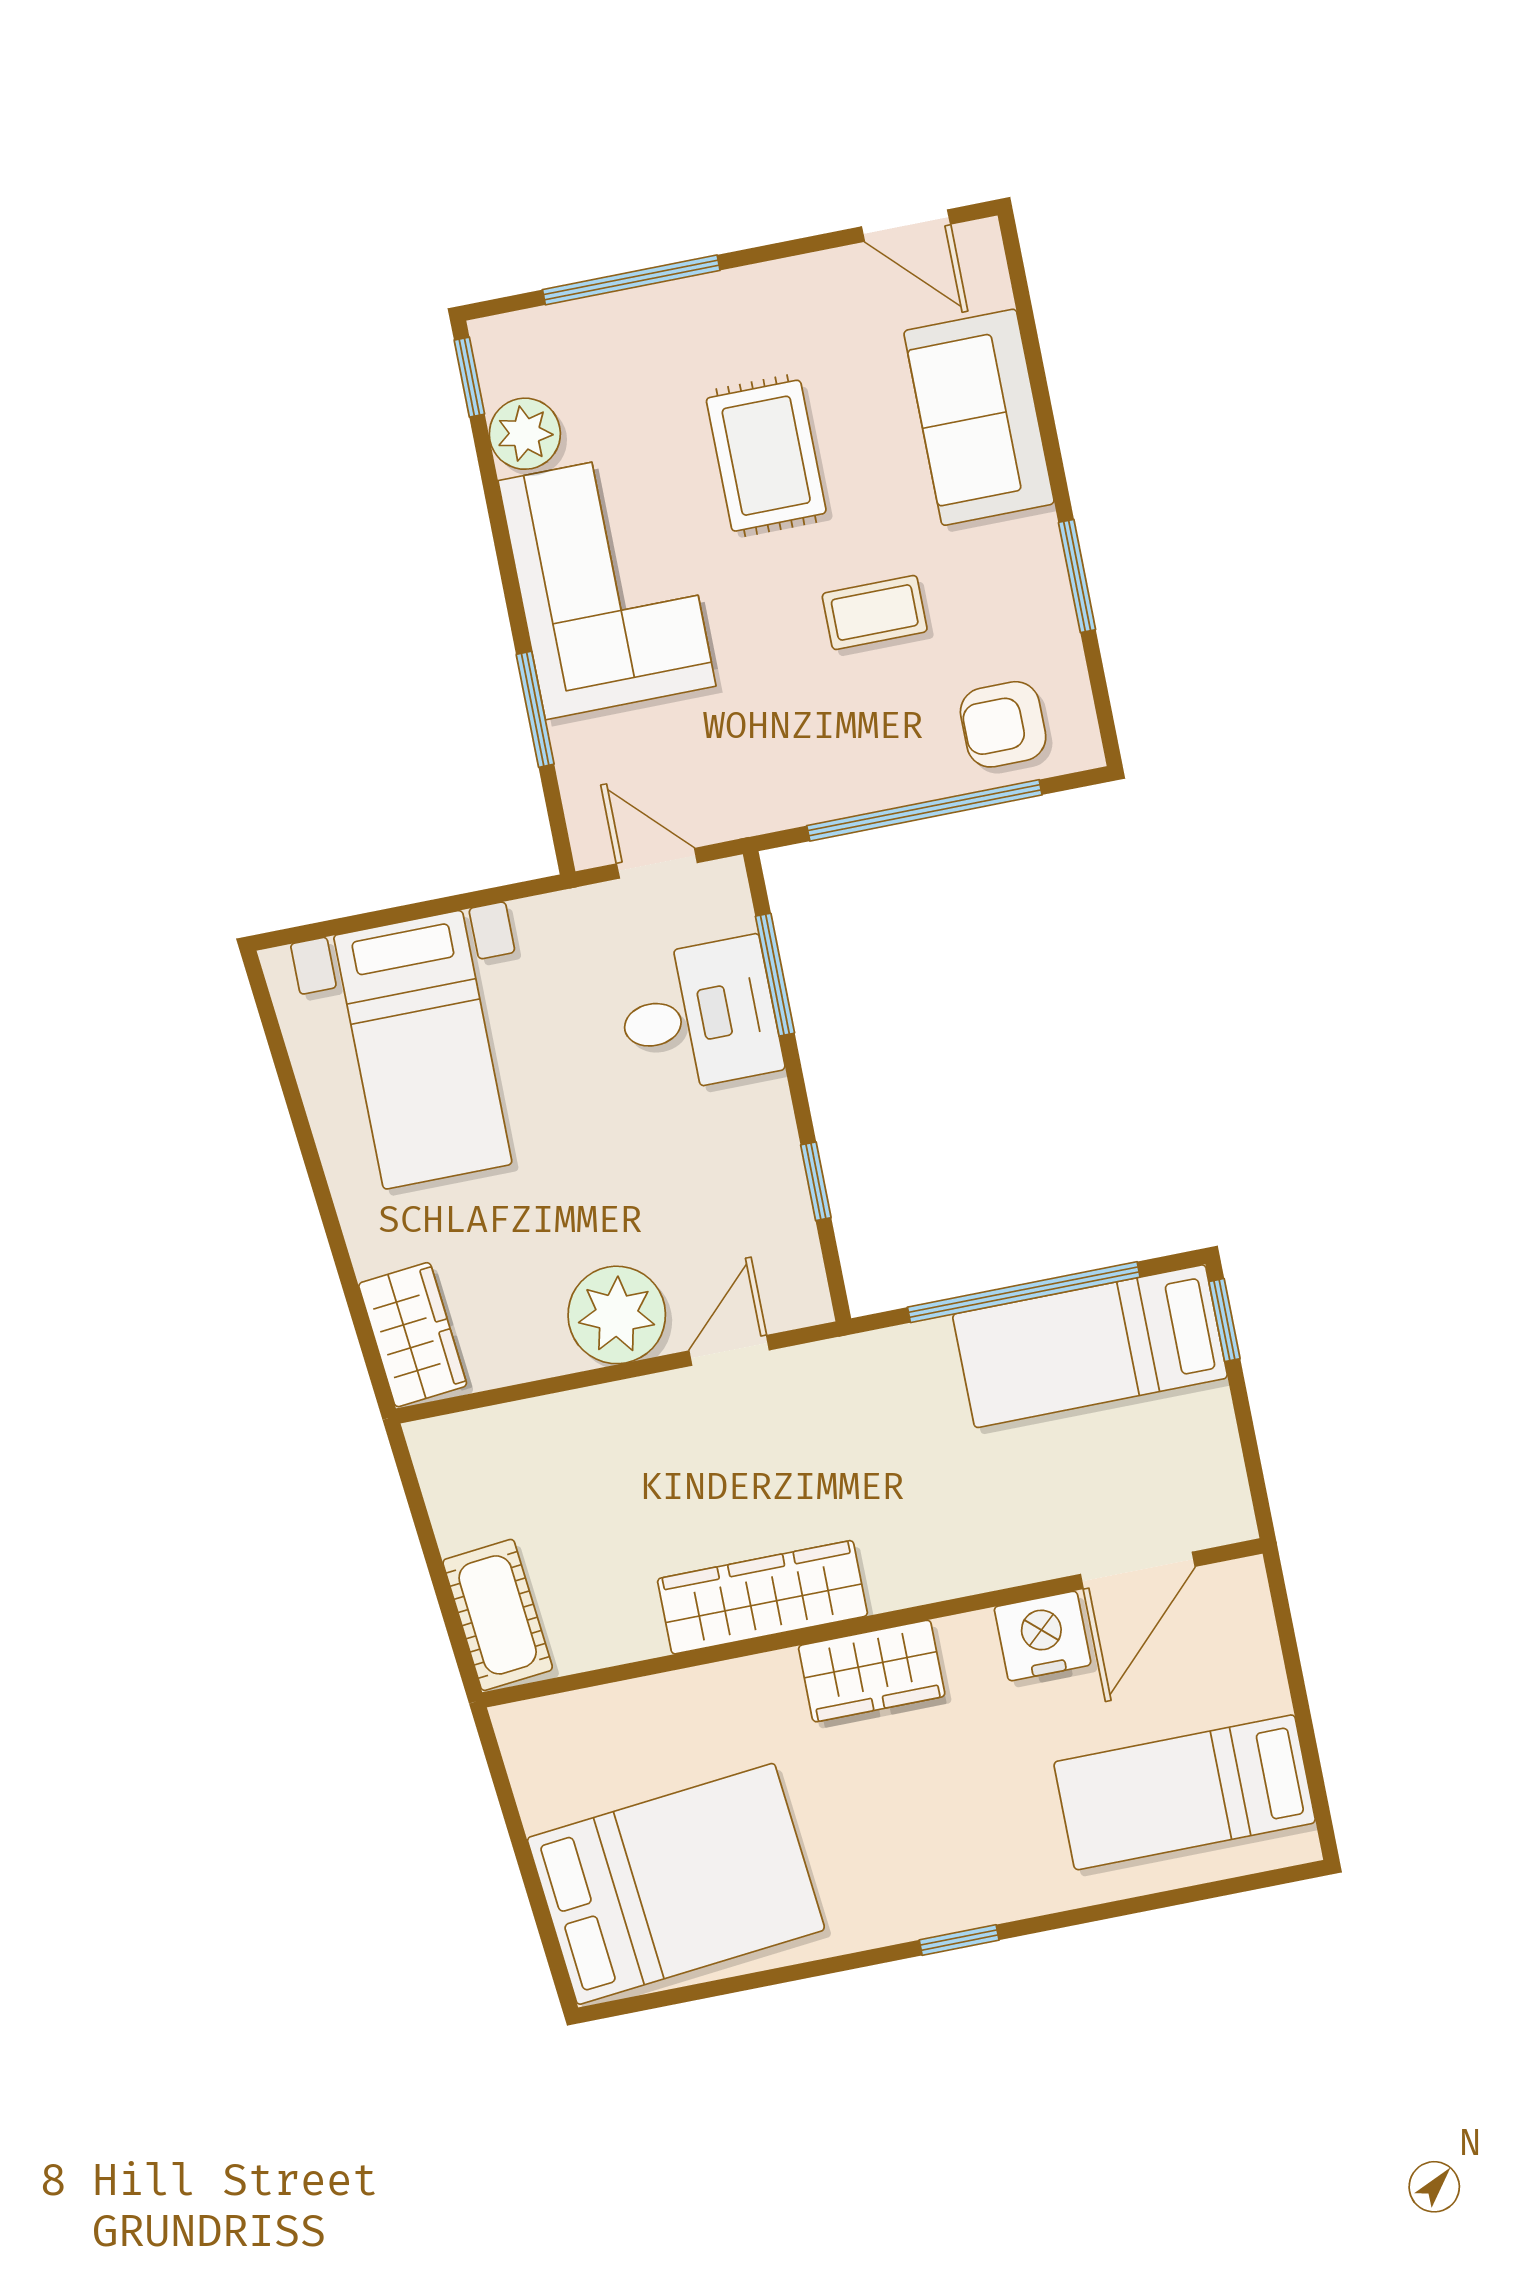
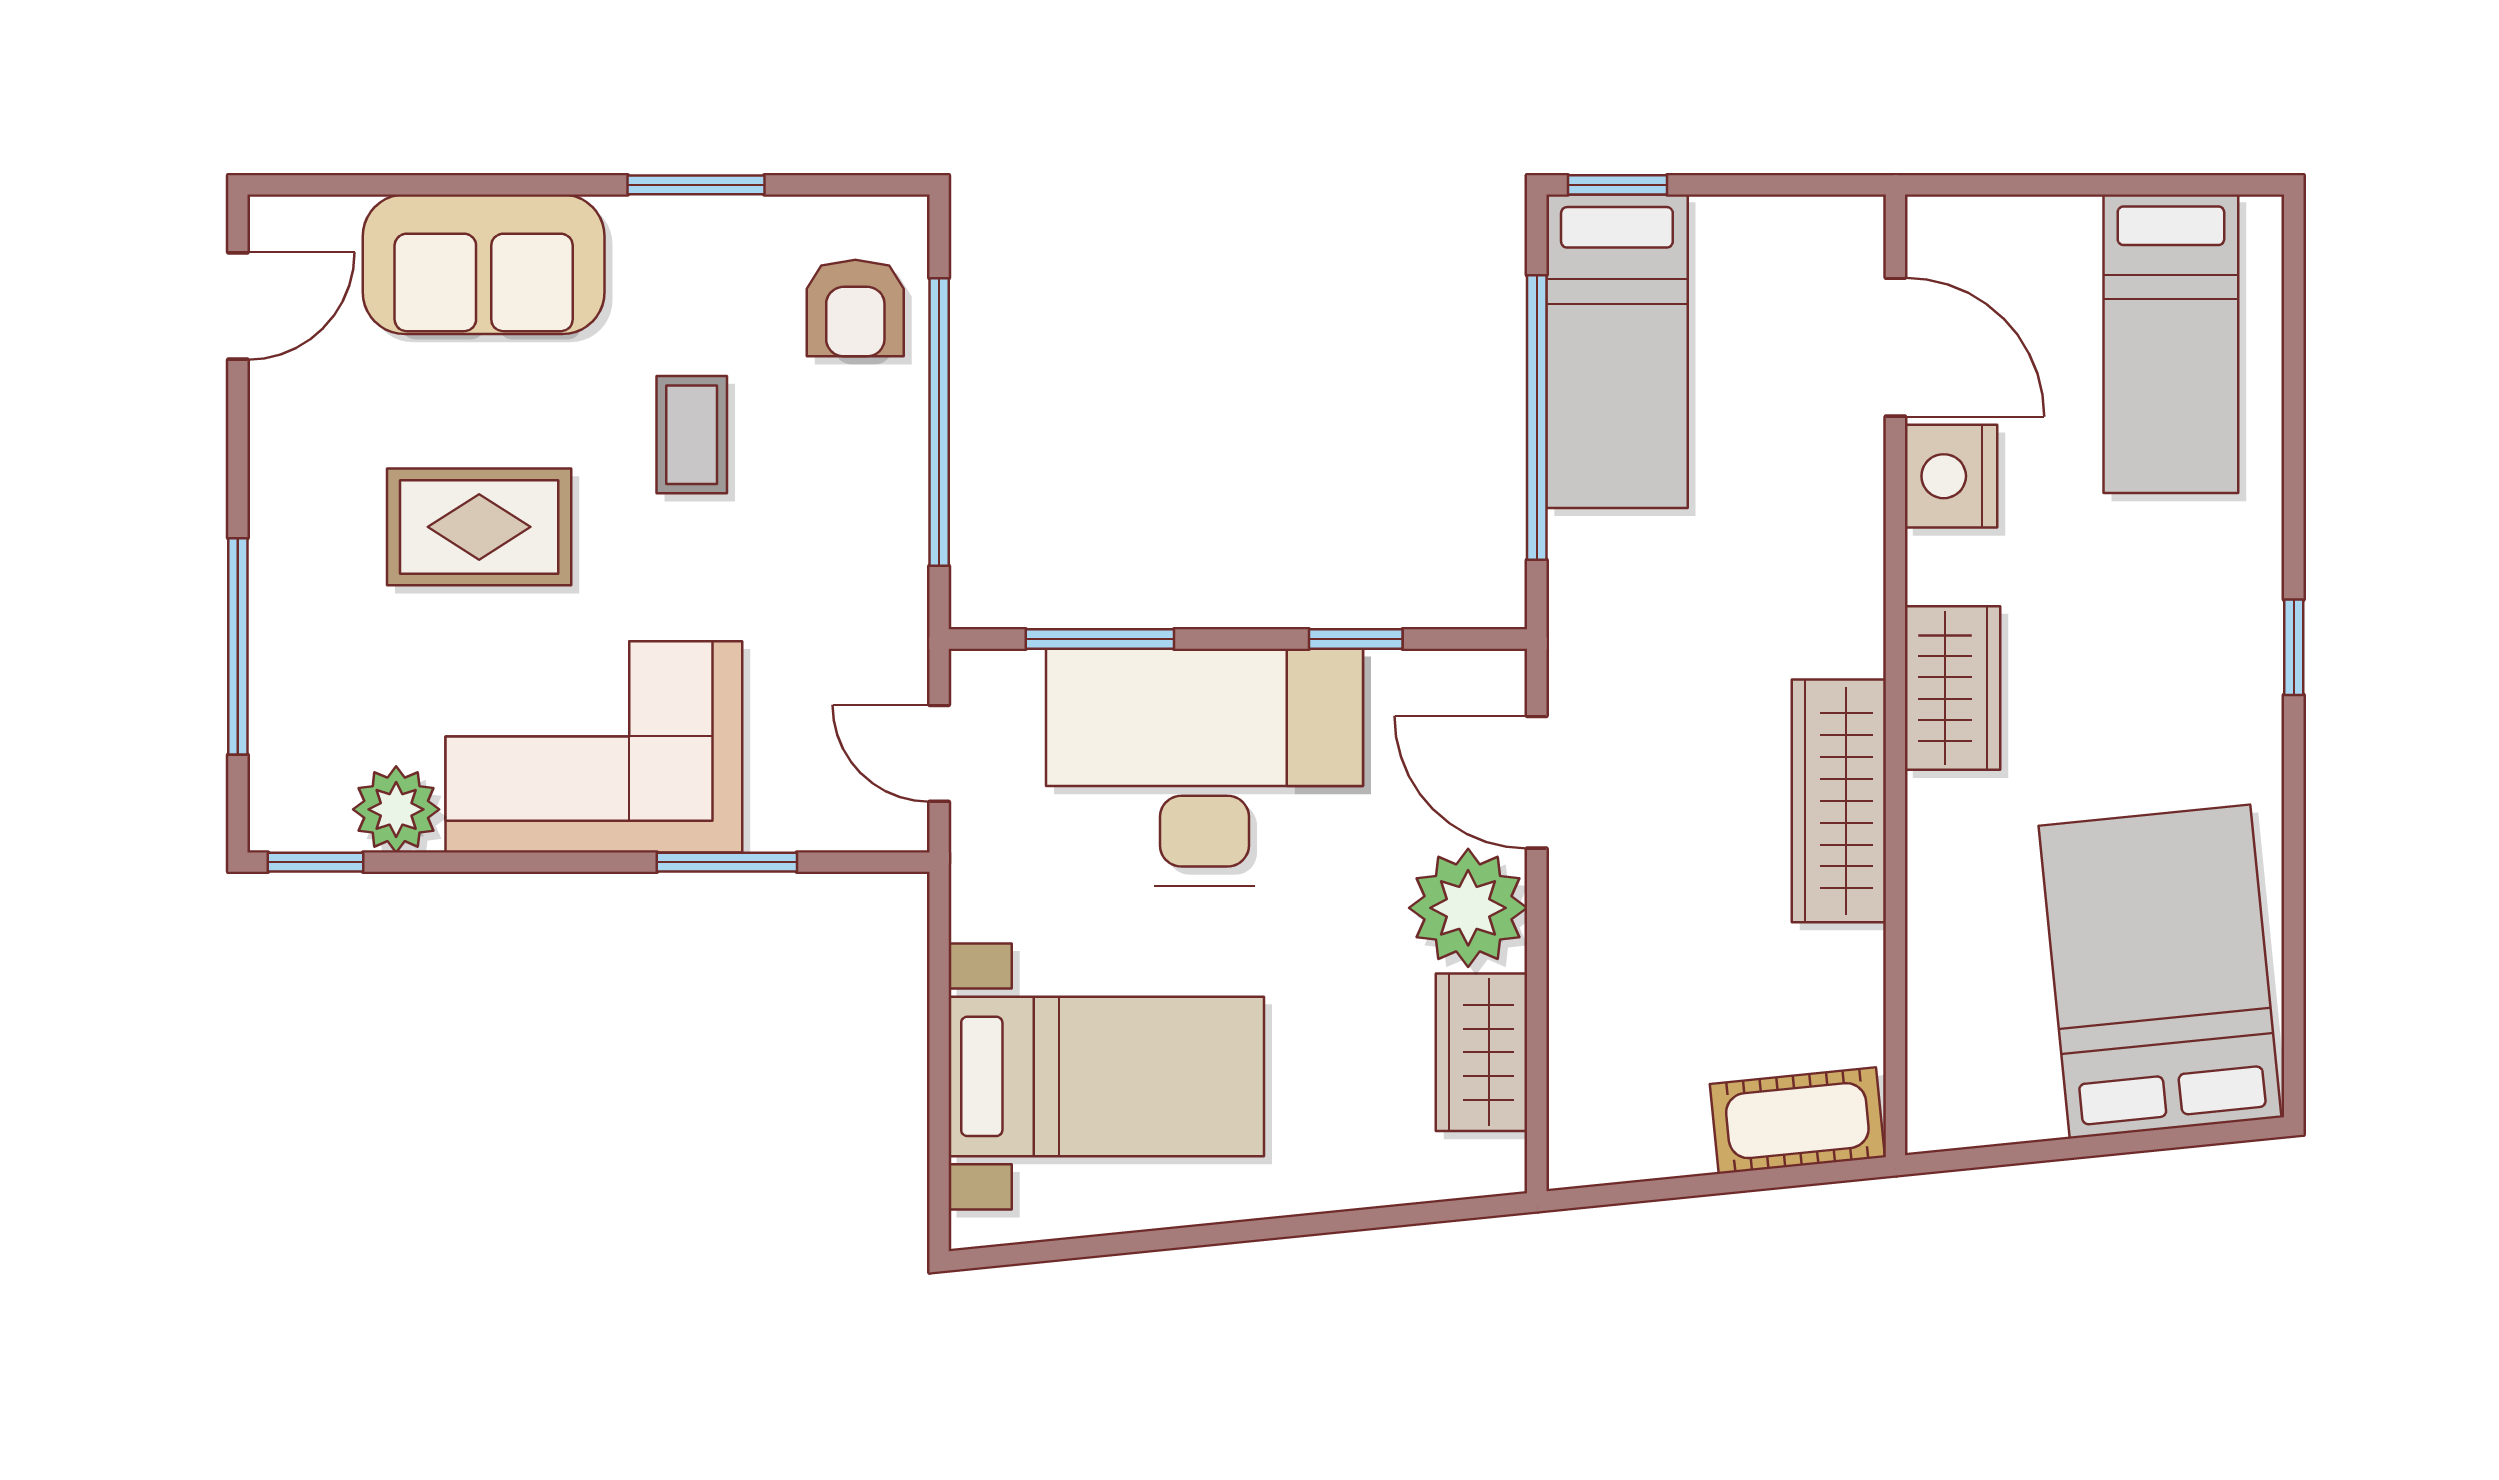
door: (657, 863) -> (939, 753), hinge flipped
desk: (699, 1016) -> (1204, 767), width x1.87, depth x1.30
wardrobe: (413, 1335) -> (1482, 1052), moved, turned -84
door: (729, 1350) -> (1537, 782), width x1.37

